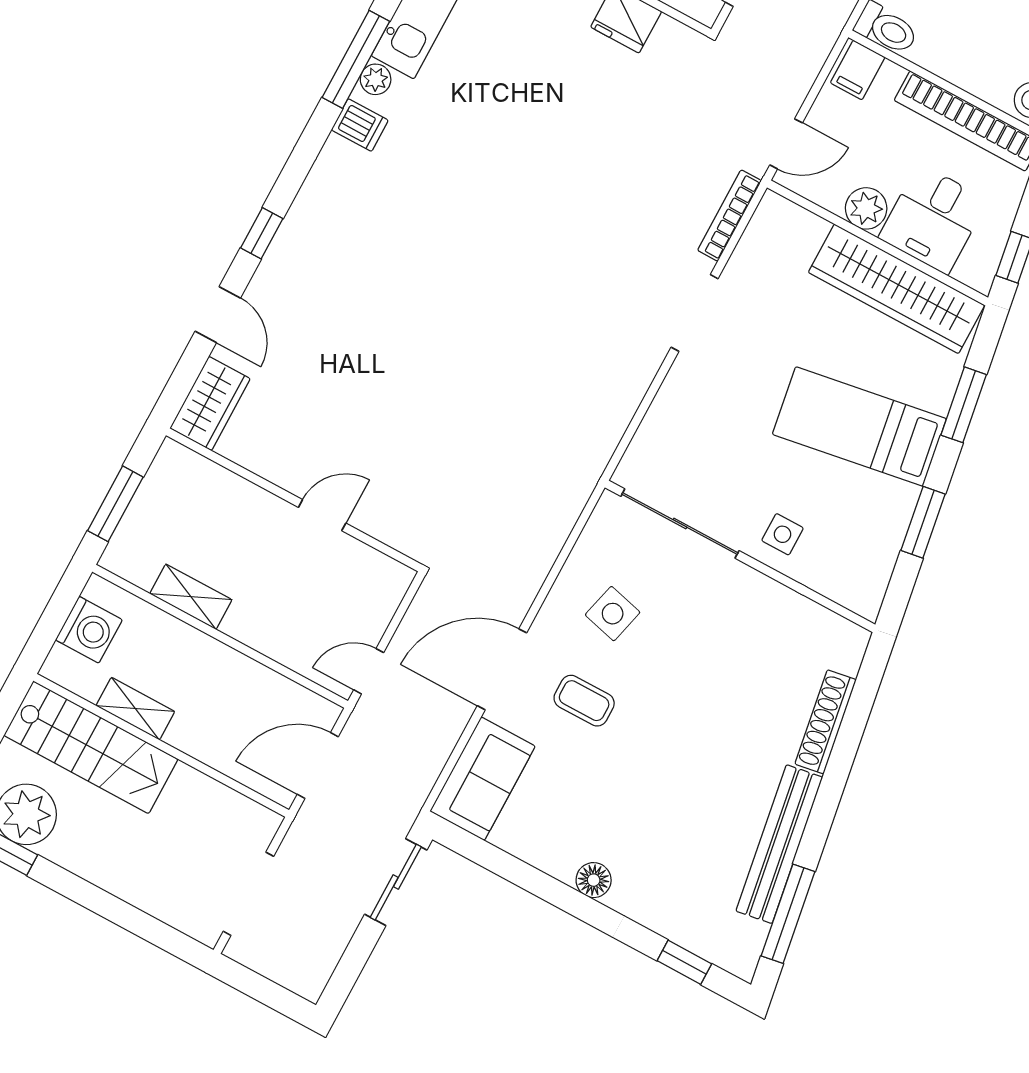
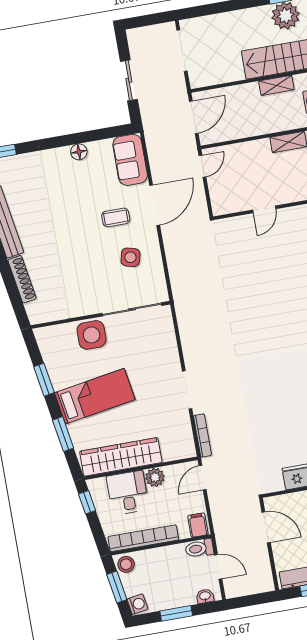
side table: (783, 534) -> (92, 335), width x1.87, depth x1.87
floor lamp: (594, 880) -> (79, 152), moved
sliding door: (396, 882) -> (129, 80), moved

